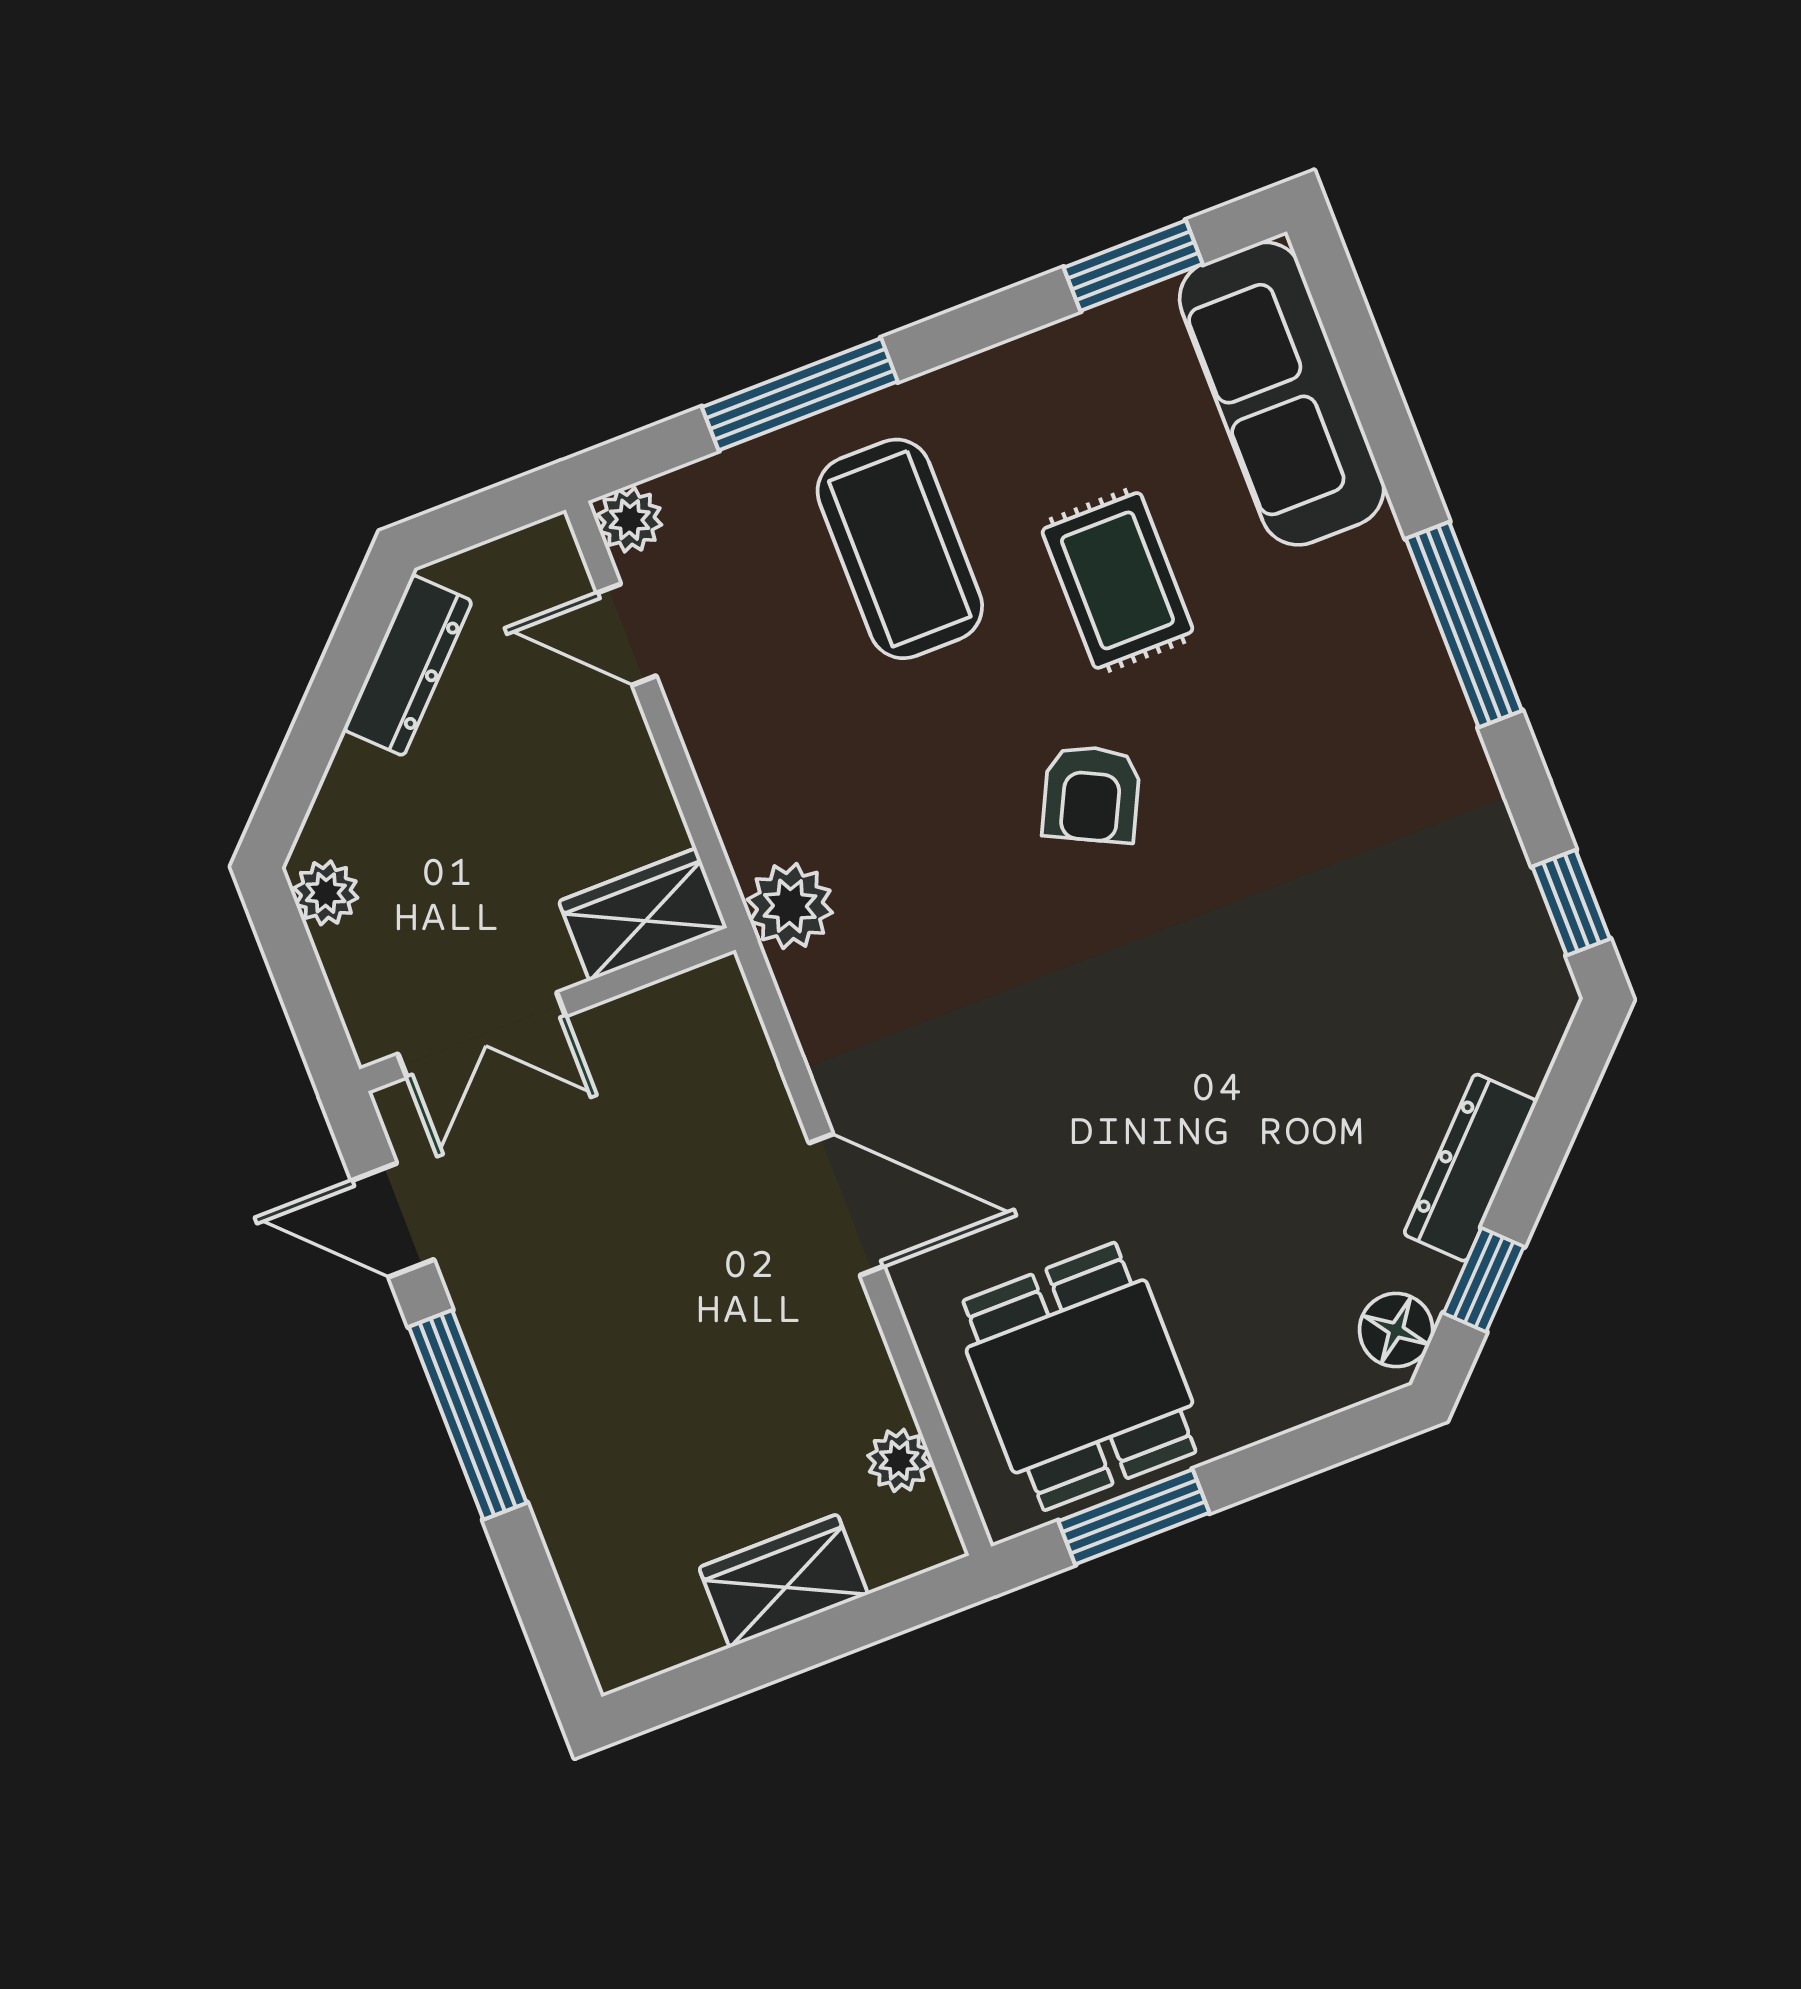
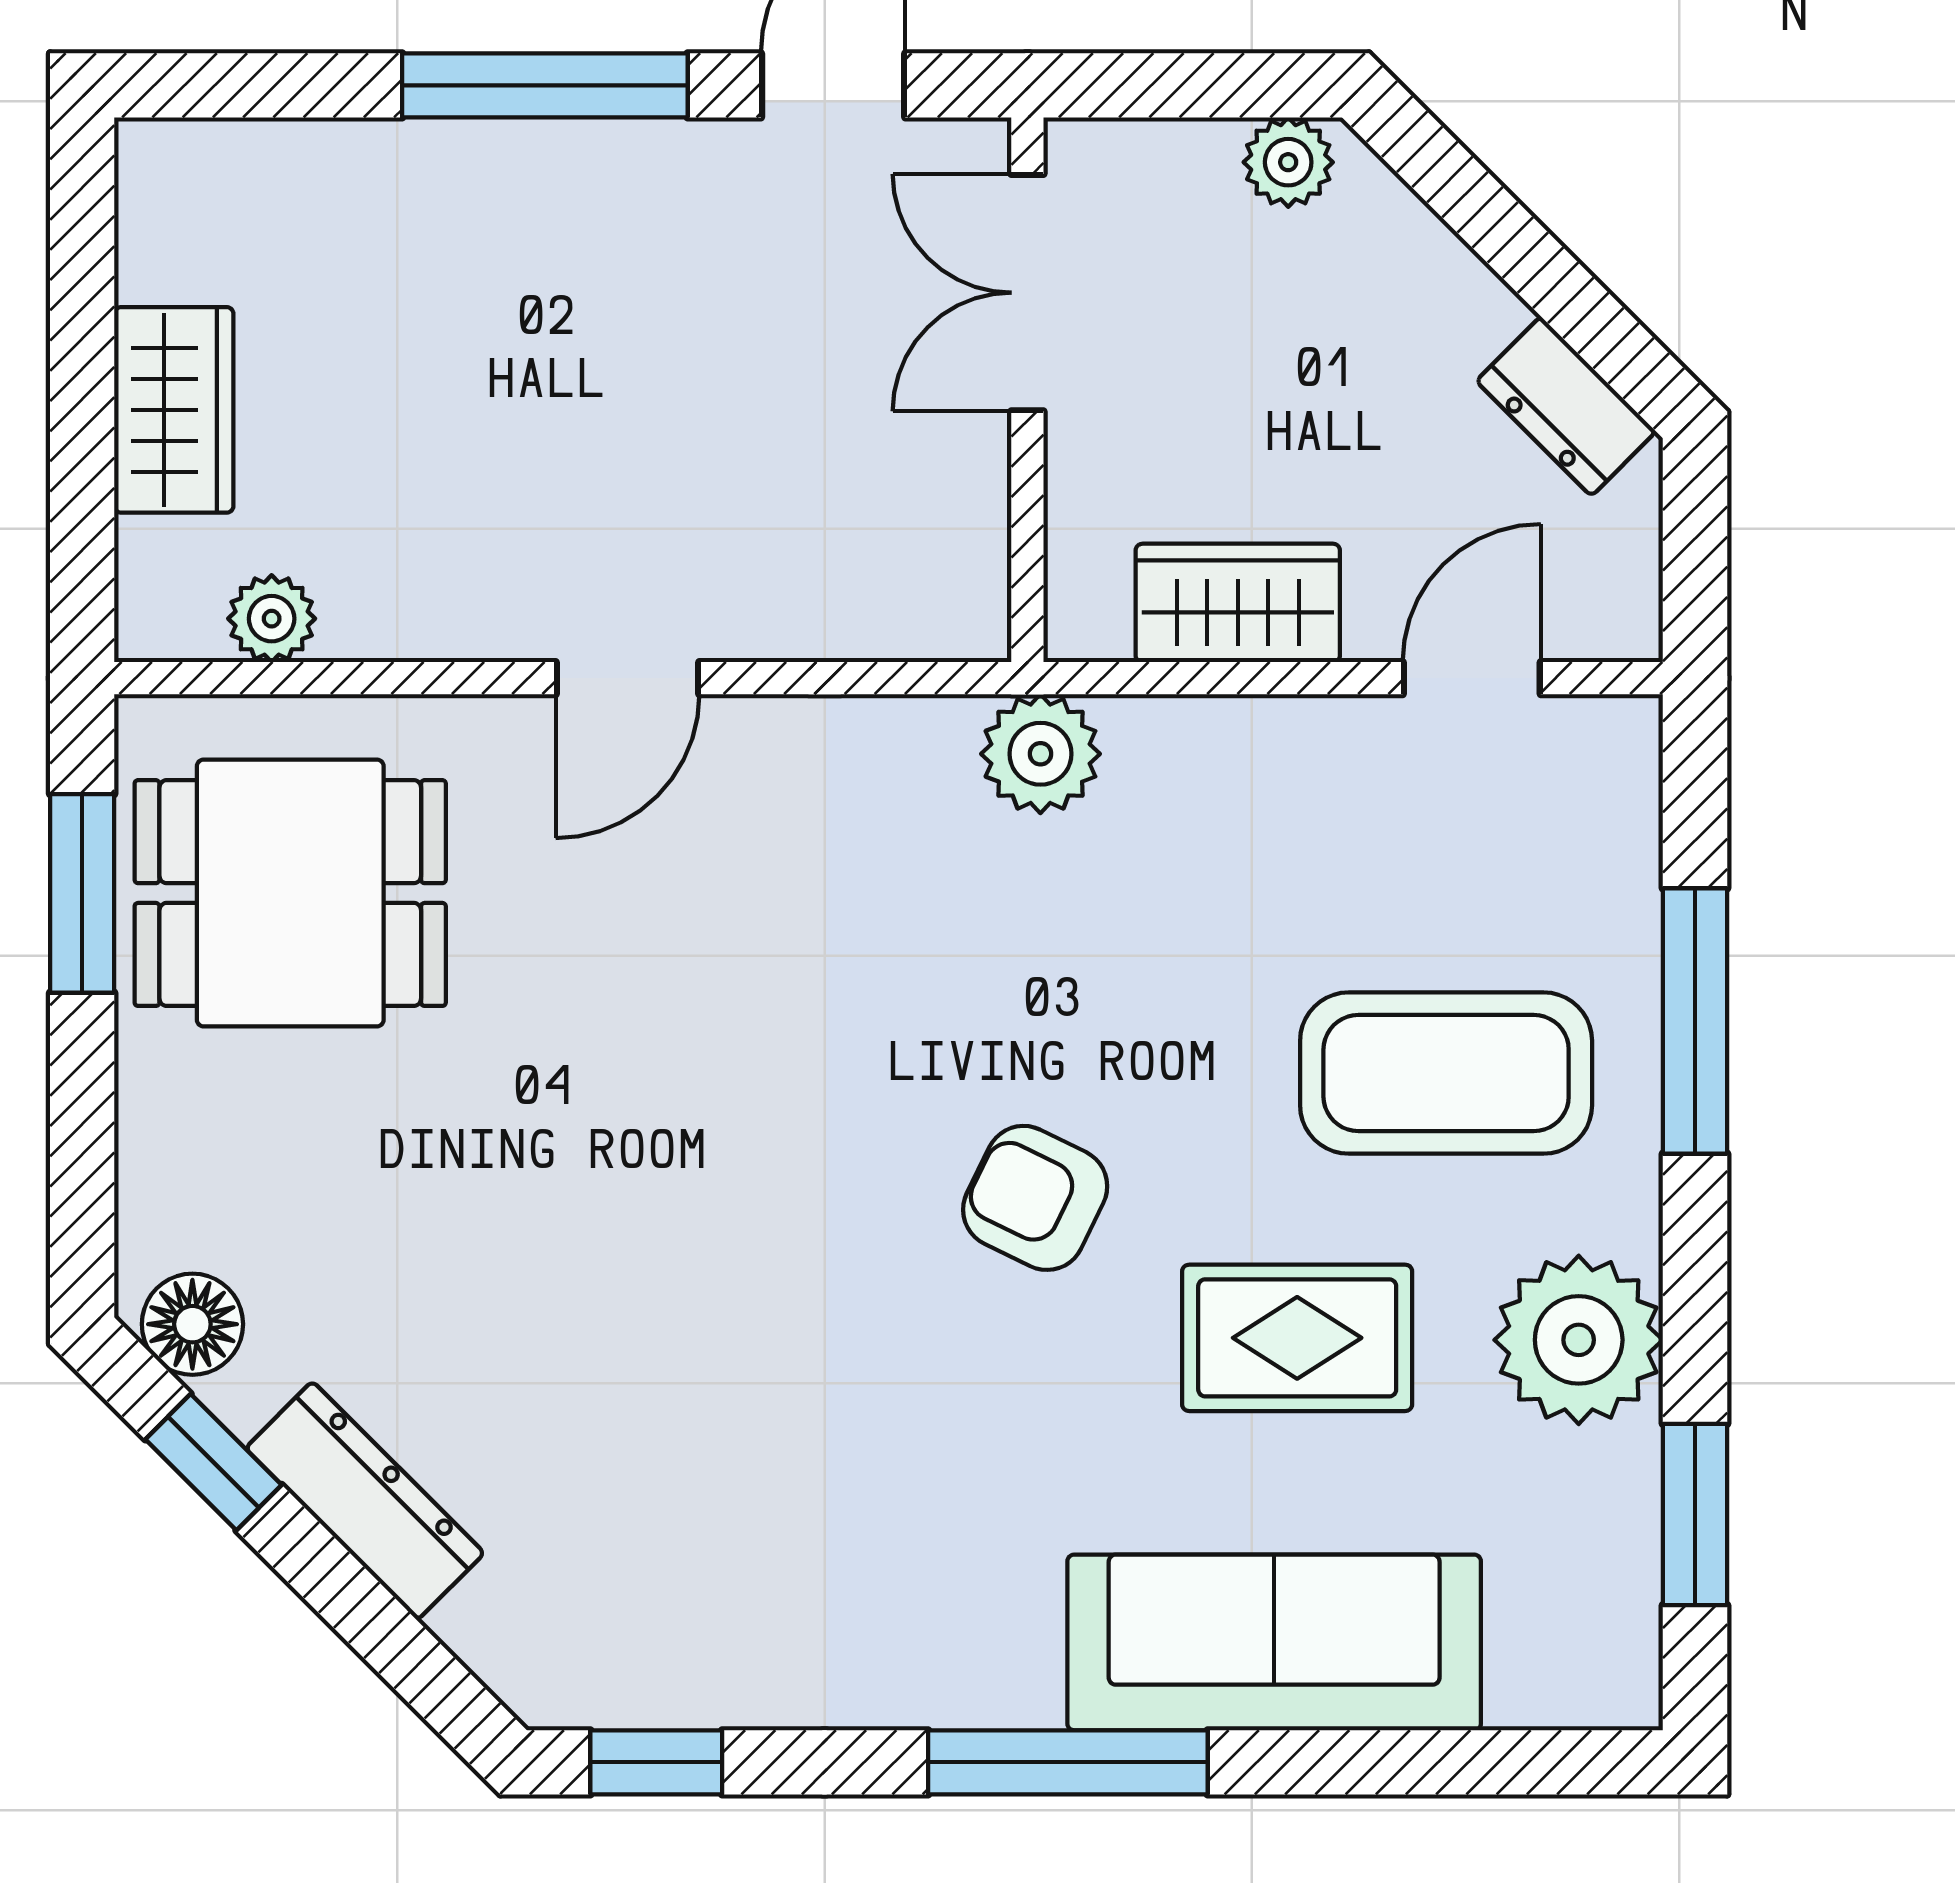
sofa: (1282, 394) -> (1274, 1642), moved
plant: (630, 520) -> (1579, 1340), moved, width x1.87, depth x1.87
dresser: (408, 665) -> (1566, 406), width x0.70
wardrobe: (643, 914) -> (1238, 603), moved, turned -90
door: (847, 1205) -> (628, 678), width x0.73

